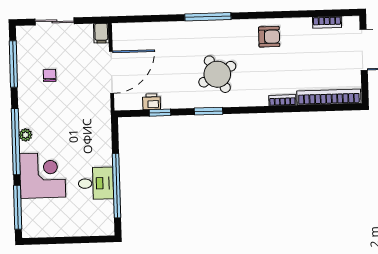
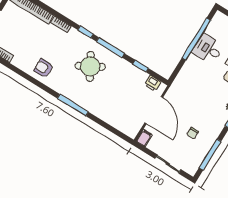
door: (111, 72) -> (154, 110), swing flipped
printer: (152, 102) -> (153, 83), moved
window: (249, 110) -> (86, 32), added
window: (208, 111) -> (110, 47), width x1.44

